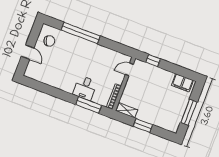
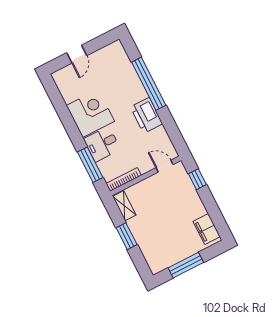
chair: (49, 41) -> (109, 63), removed
printer: (95, 51) -> (146, 115), added
corner desk: (64, 77) -> (90, 113), added

